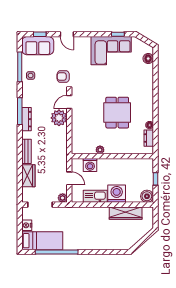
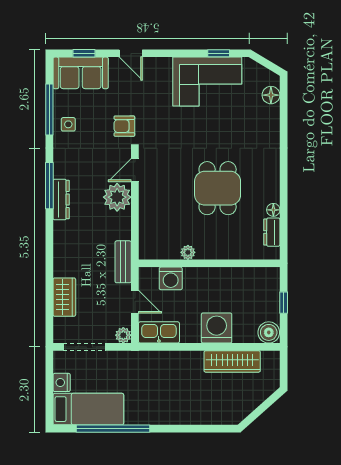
bench: (26, 151) -> (123, 262), moved
kitchen sink: (95, 196) -> (159, 332), moved

